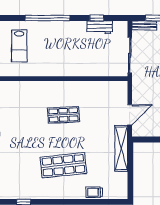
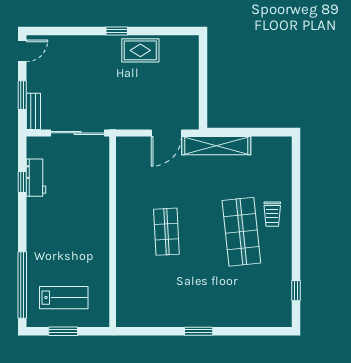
window: (48, 18) -> (22, 285), moved
door: (130, 115) -> (166, 133), swing flipped
trolley: (94, 192) -> (272, 214), moved

